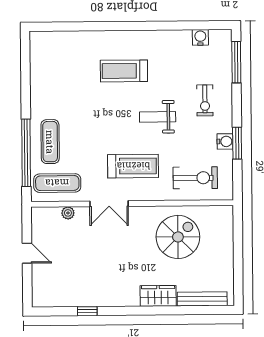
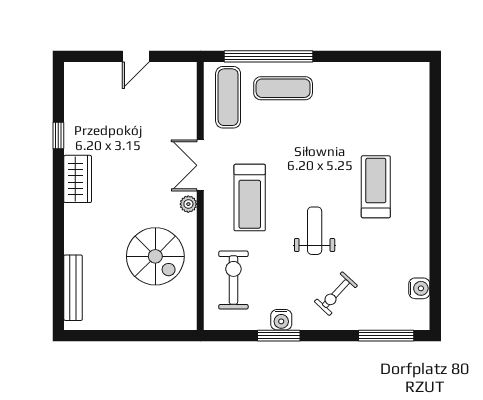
exercise bike: (205, 100) -> (336, 294), turned -47
exercise bike: (195, 178) -> (233, 280), turned 180
plant: (68, 213) -> (188, 204), moved
wardrobe: (158, 296) -> (78, 179), moved

